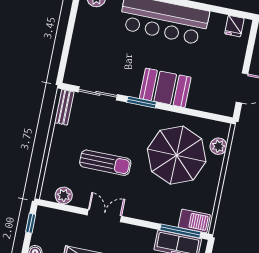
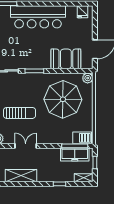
booth: (165, 88) -> (66, 59), moved
plant: (218, 146) -> (88, 78), moved

